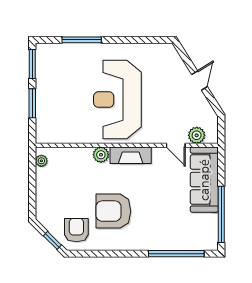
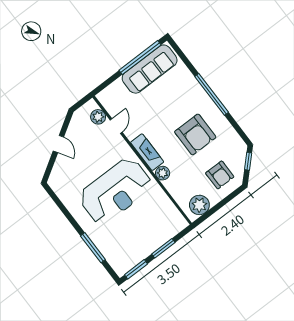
door: (200, 80) -> (58, 144), swing flipped
plant: (41, 161) -> (199, 205), width x1.88, depth x1.88
sofa: (204, 180) -> (150, 69), moved
armchair: (76, 230) -> (220, 175), moved, turned -90
window: (176, 254) -> (212, 94), moved

